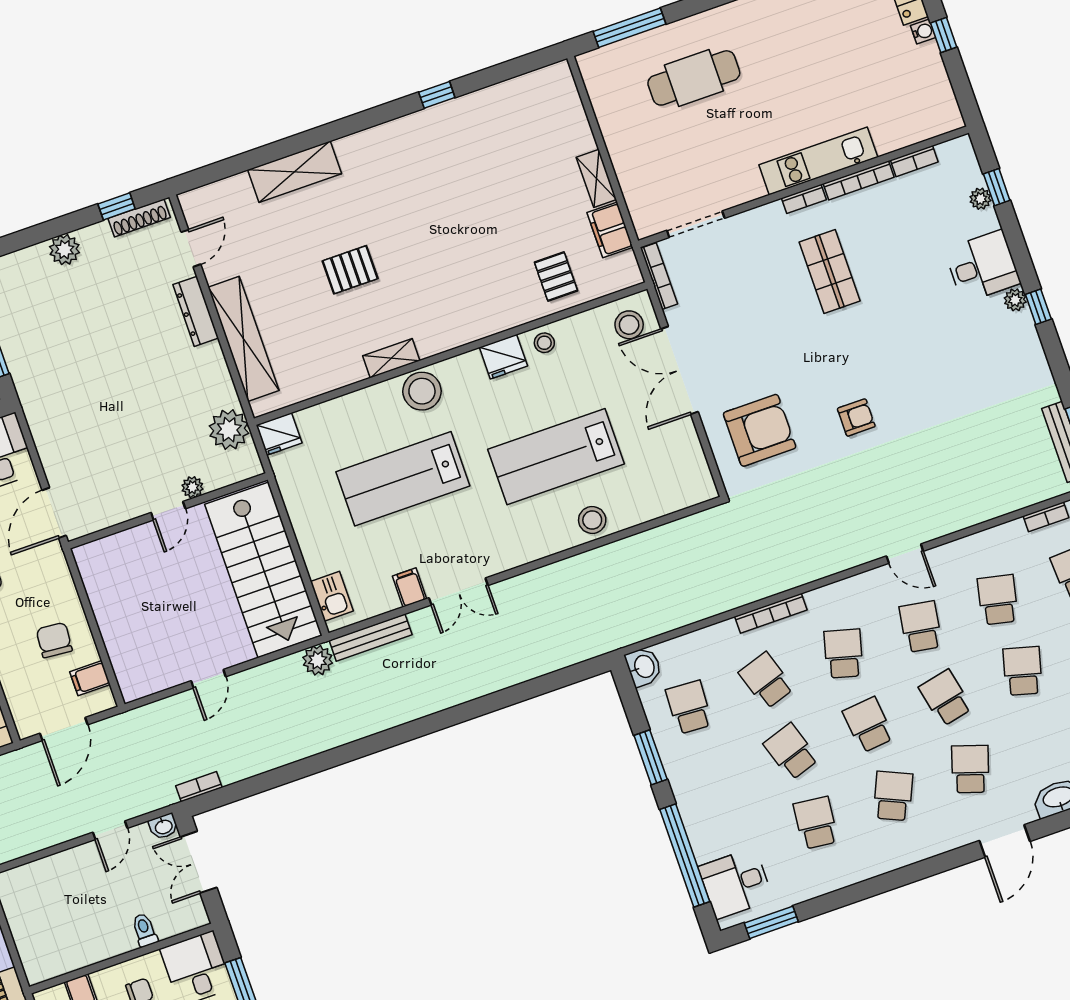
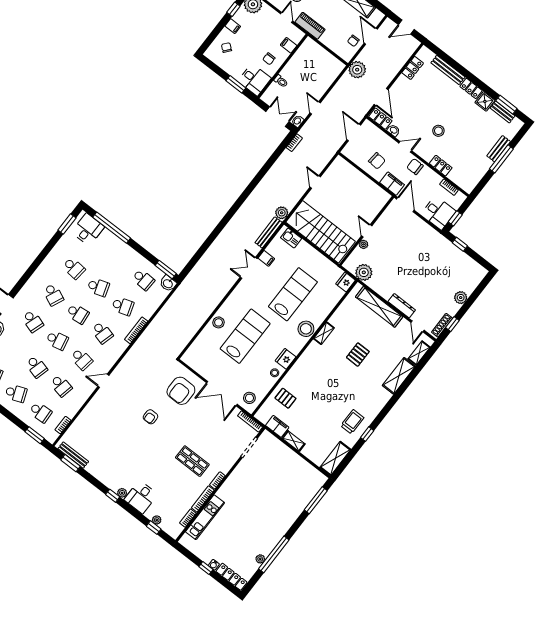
cafe table: (694, 78) -> (282, 497), removed
shelving: (534, 87) -> (335, 458), added
trolley: (451, 140) -> (352, 422), added
kitchen unit: (818, 161) -> (205, 517), moved
shelving: (223, 192) -> (419, 353), added
double door: (680, 370) -> (222, 394), swing flipped
filing cabinet: (90, 678) -> (392, 184), moved, width x2.00
window: (651, 757) -> (166, 270), moved

